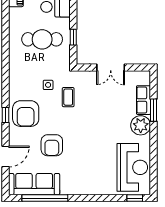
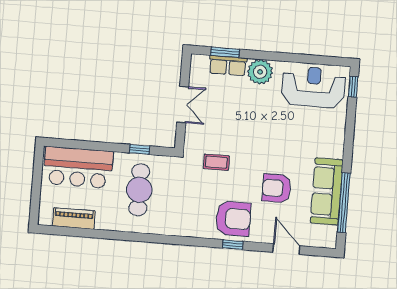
side table: (48, 85) -> (199, 187), removed
window: (154, 110) -> (225, 52), moved
armchair: (52, 145) -> (277, 188), turned 180
sofa: (34, 184) -> (327, 191), moved

